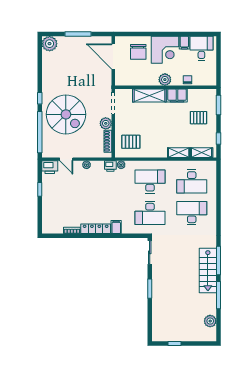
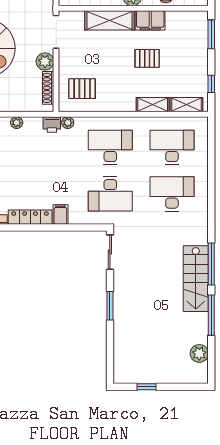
pallet: (199, 118) -> (147, 58), moved
desk: (192, 181) -> (172, 147), turned 180

